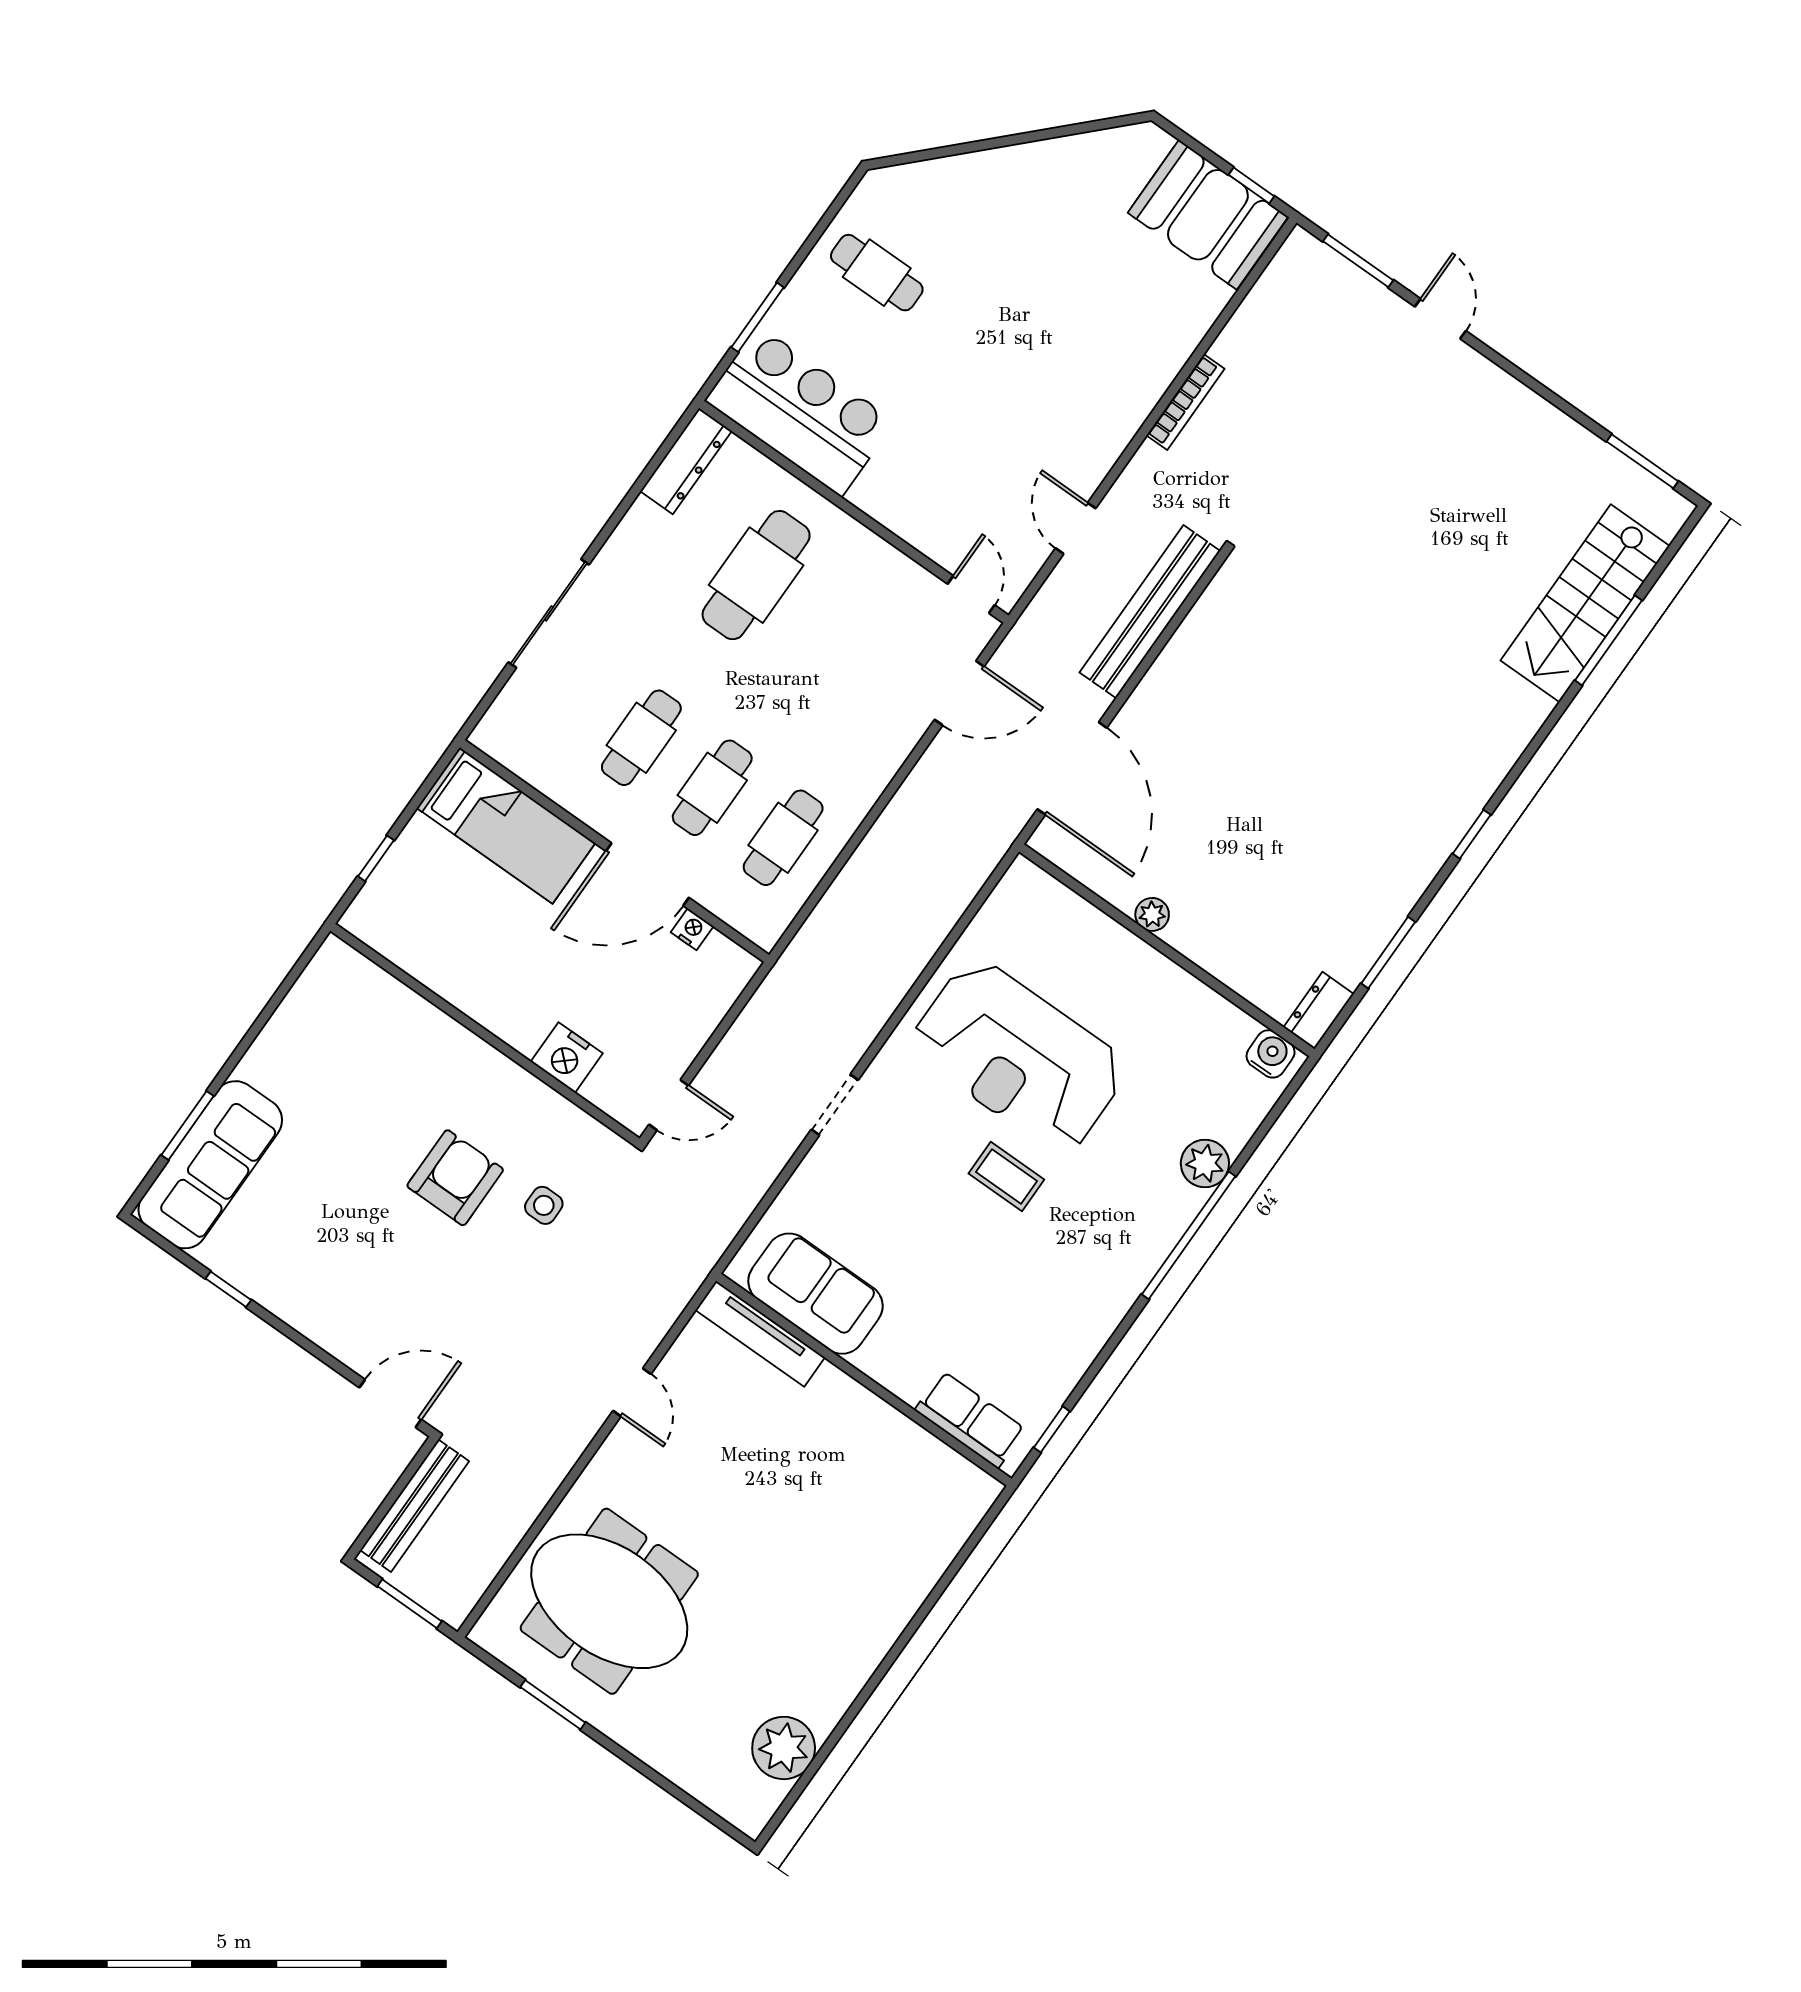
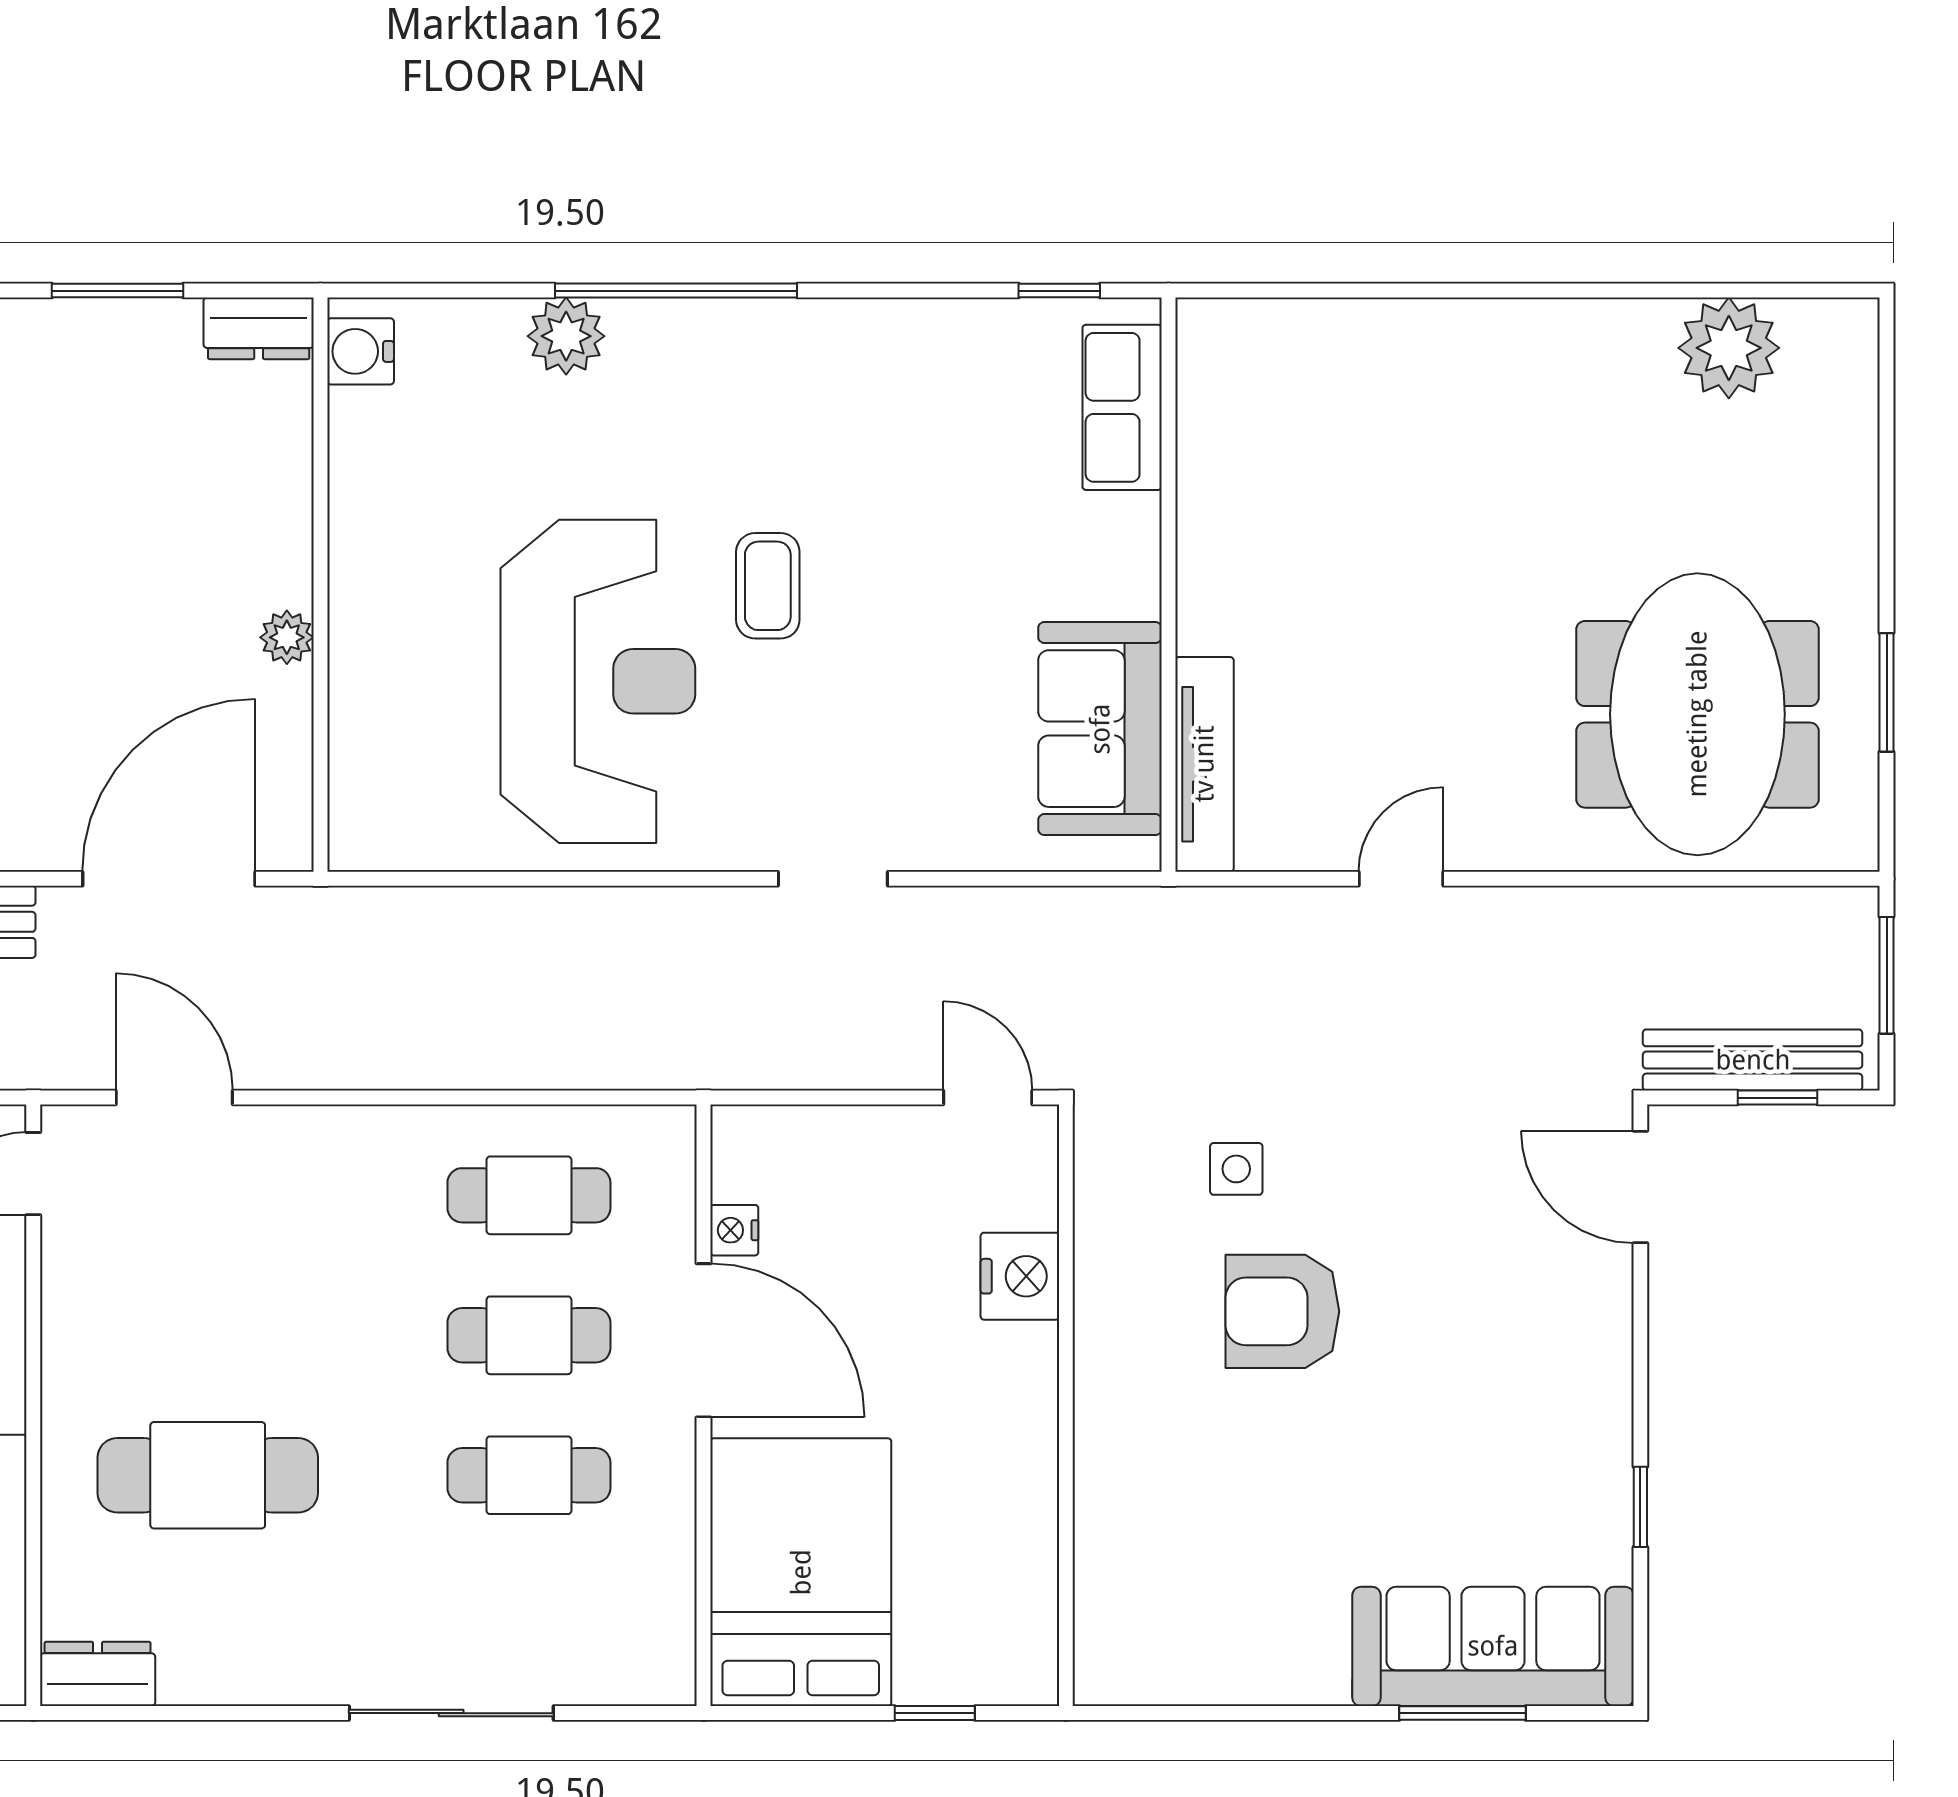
dresser: (686, 461) -> (98, 1674), width x0.70
bed: (506, 826) -> (801, 1572), width x1.50
window: (387, 1505) -> (1777, 1098), added

